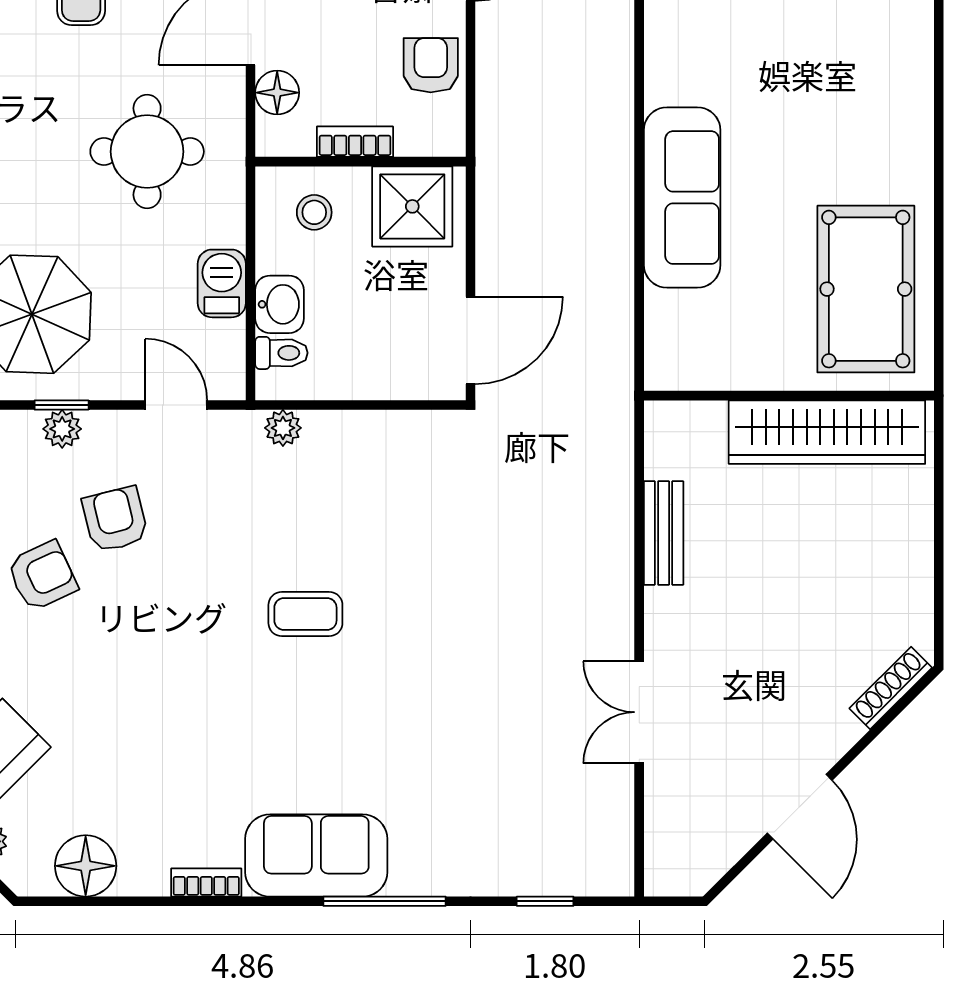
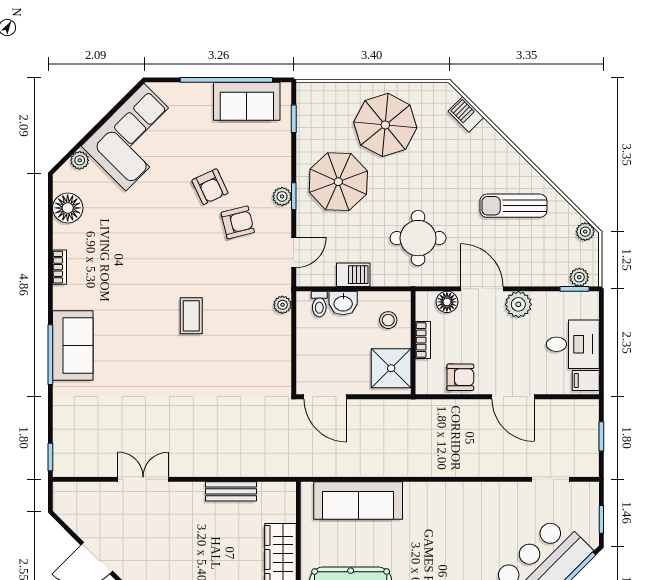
sofa: (682, 198) -> (358, 500), moved
sofa: (316, 855) -> (73, 345), moved
window: (545, 901) -> (50, 457), moved

